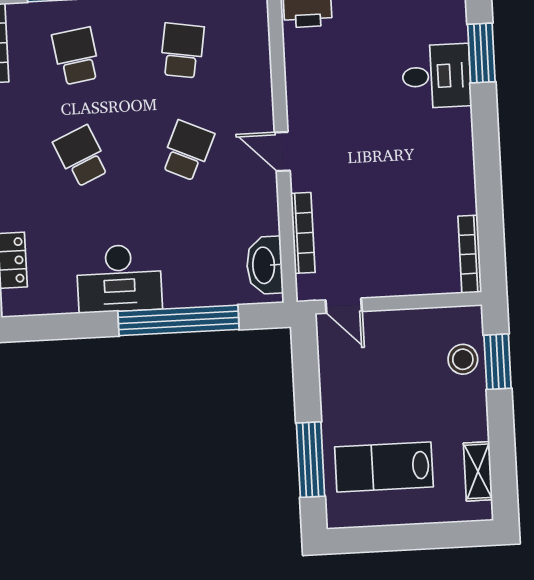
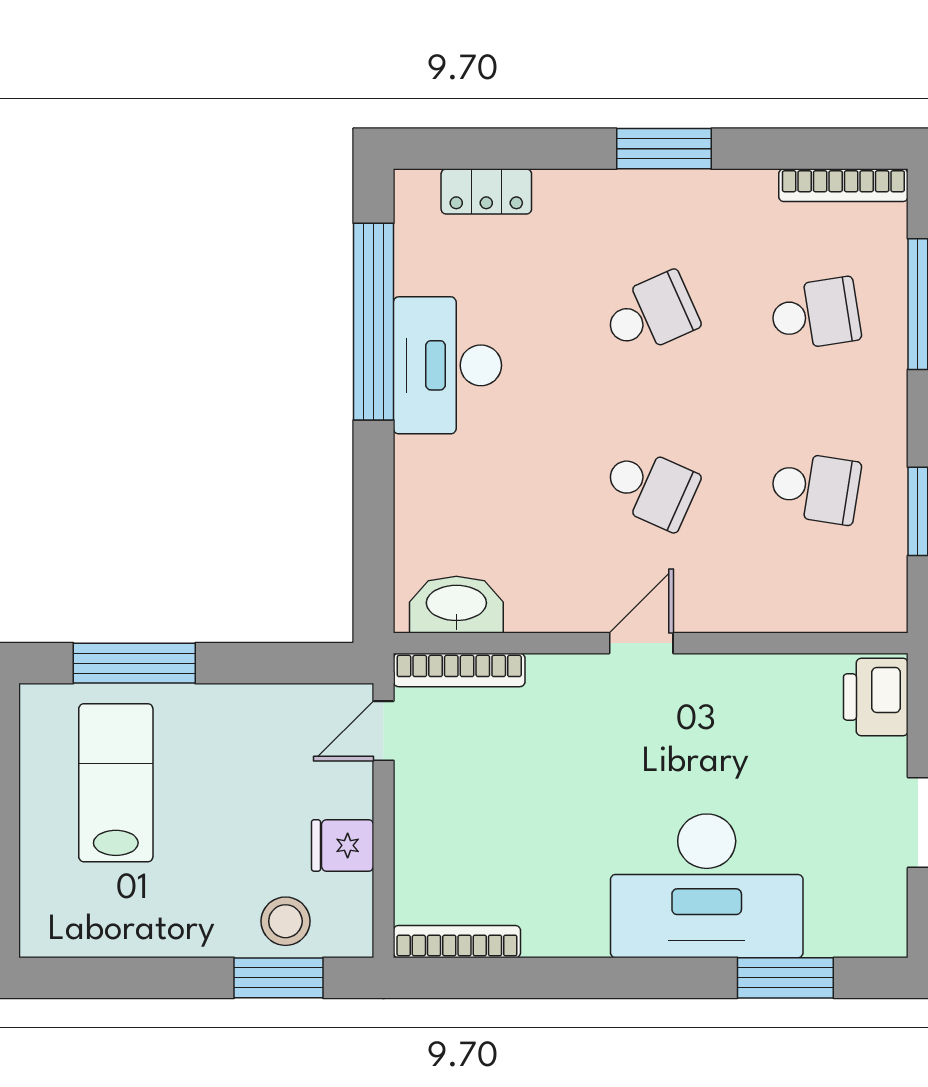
desk: (437, 76) -> (707, 886), width x1.87, depth x1.30
bookcase: (303, 233) -> (459, 670), moved
window: (178, 320) -> (374, 322), moved
fridge: (415, 327) -> (343, 845), added
shelving: (478, 471) -> (101, 936), removed

